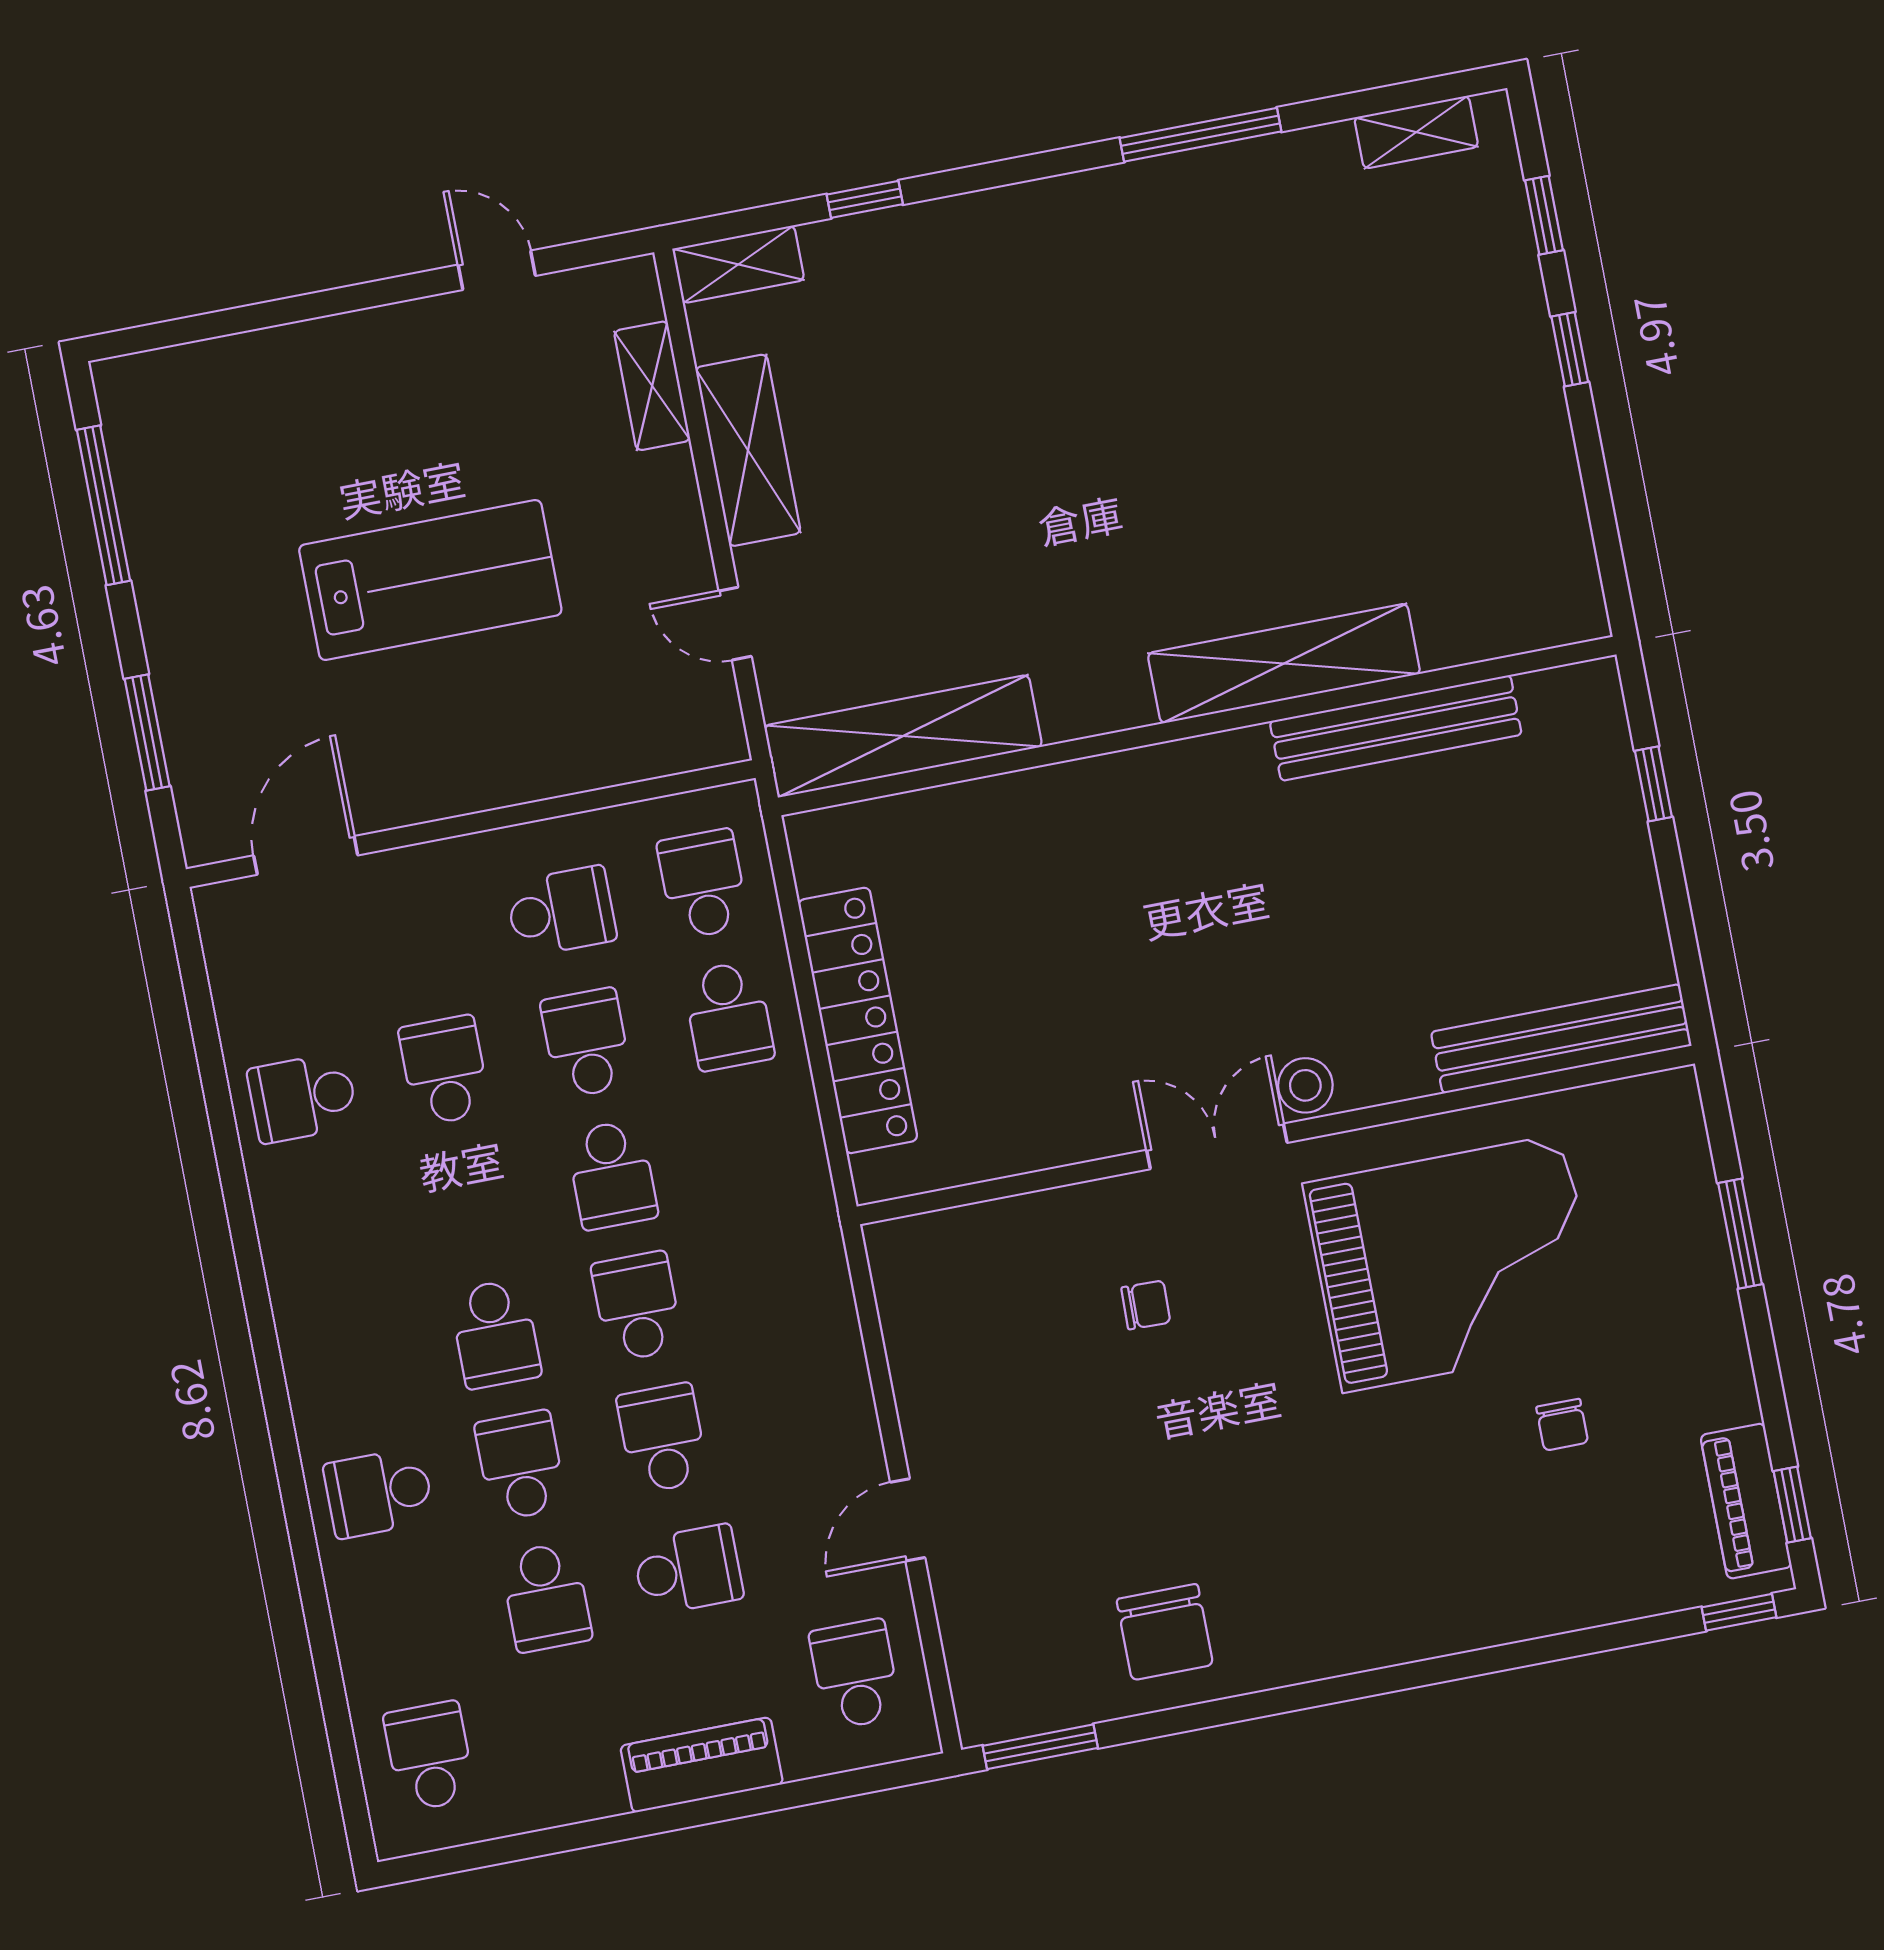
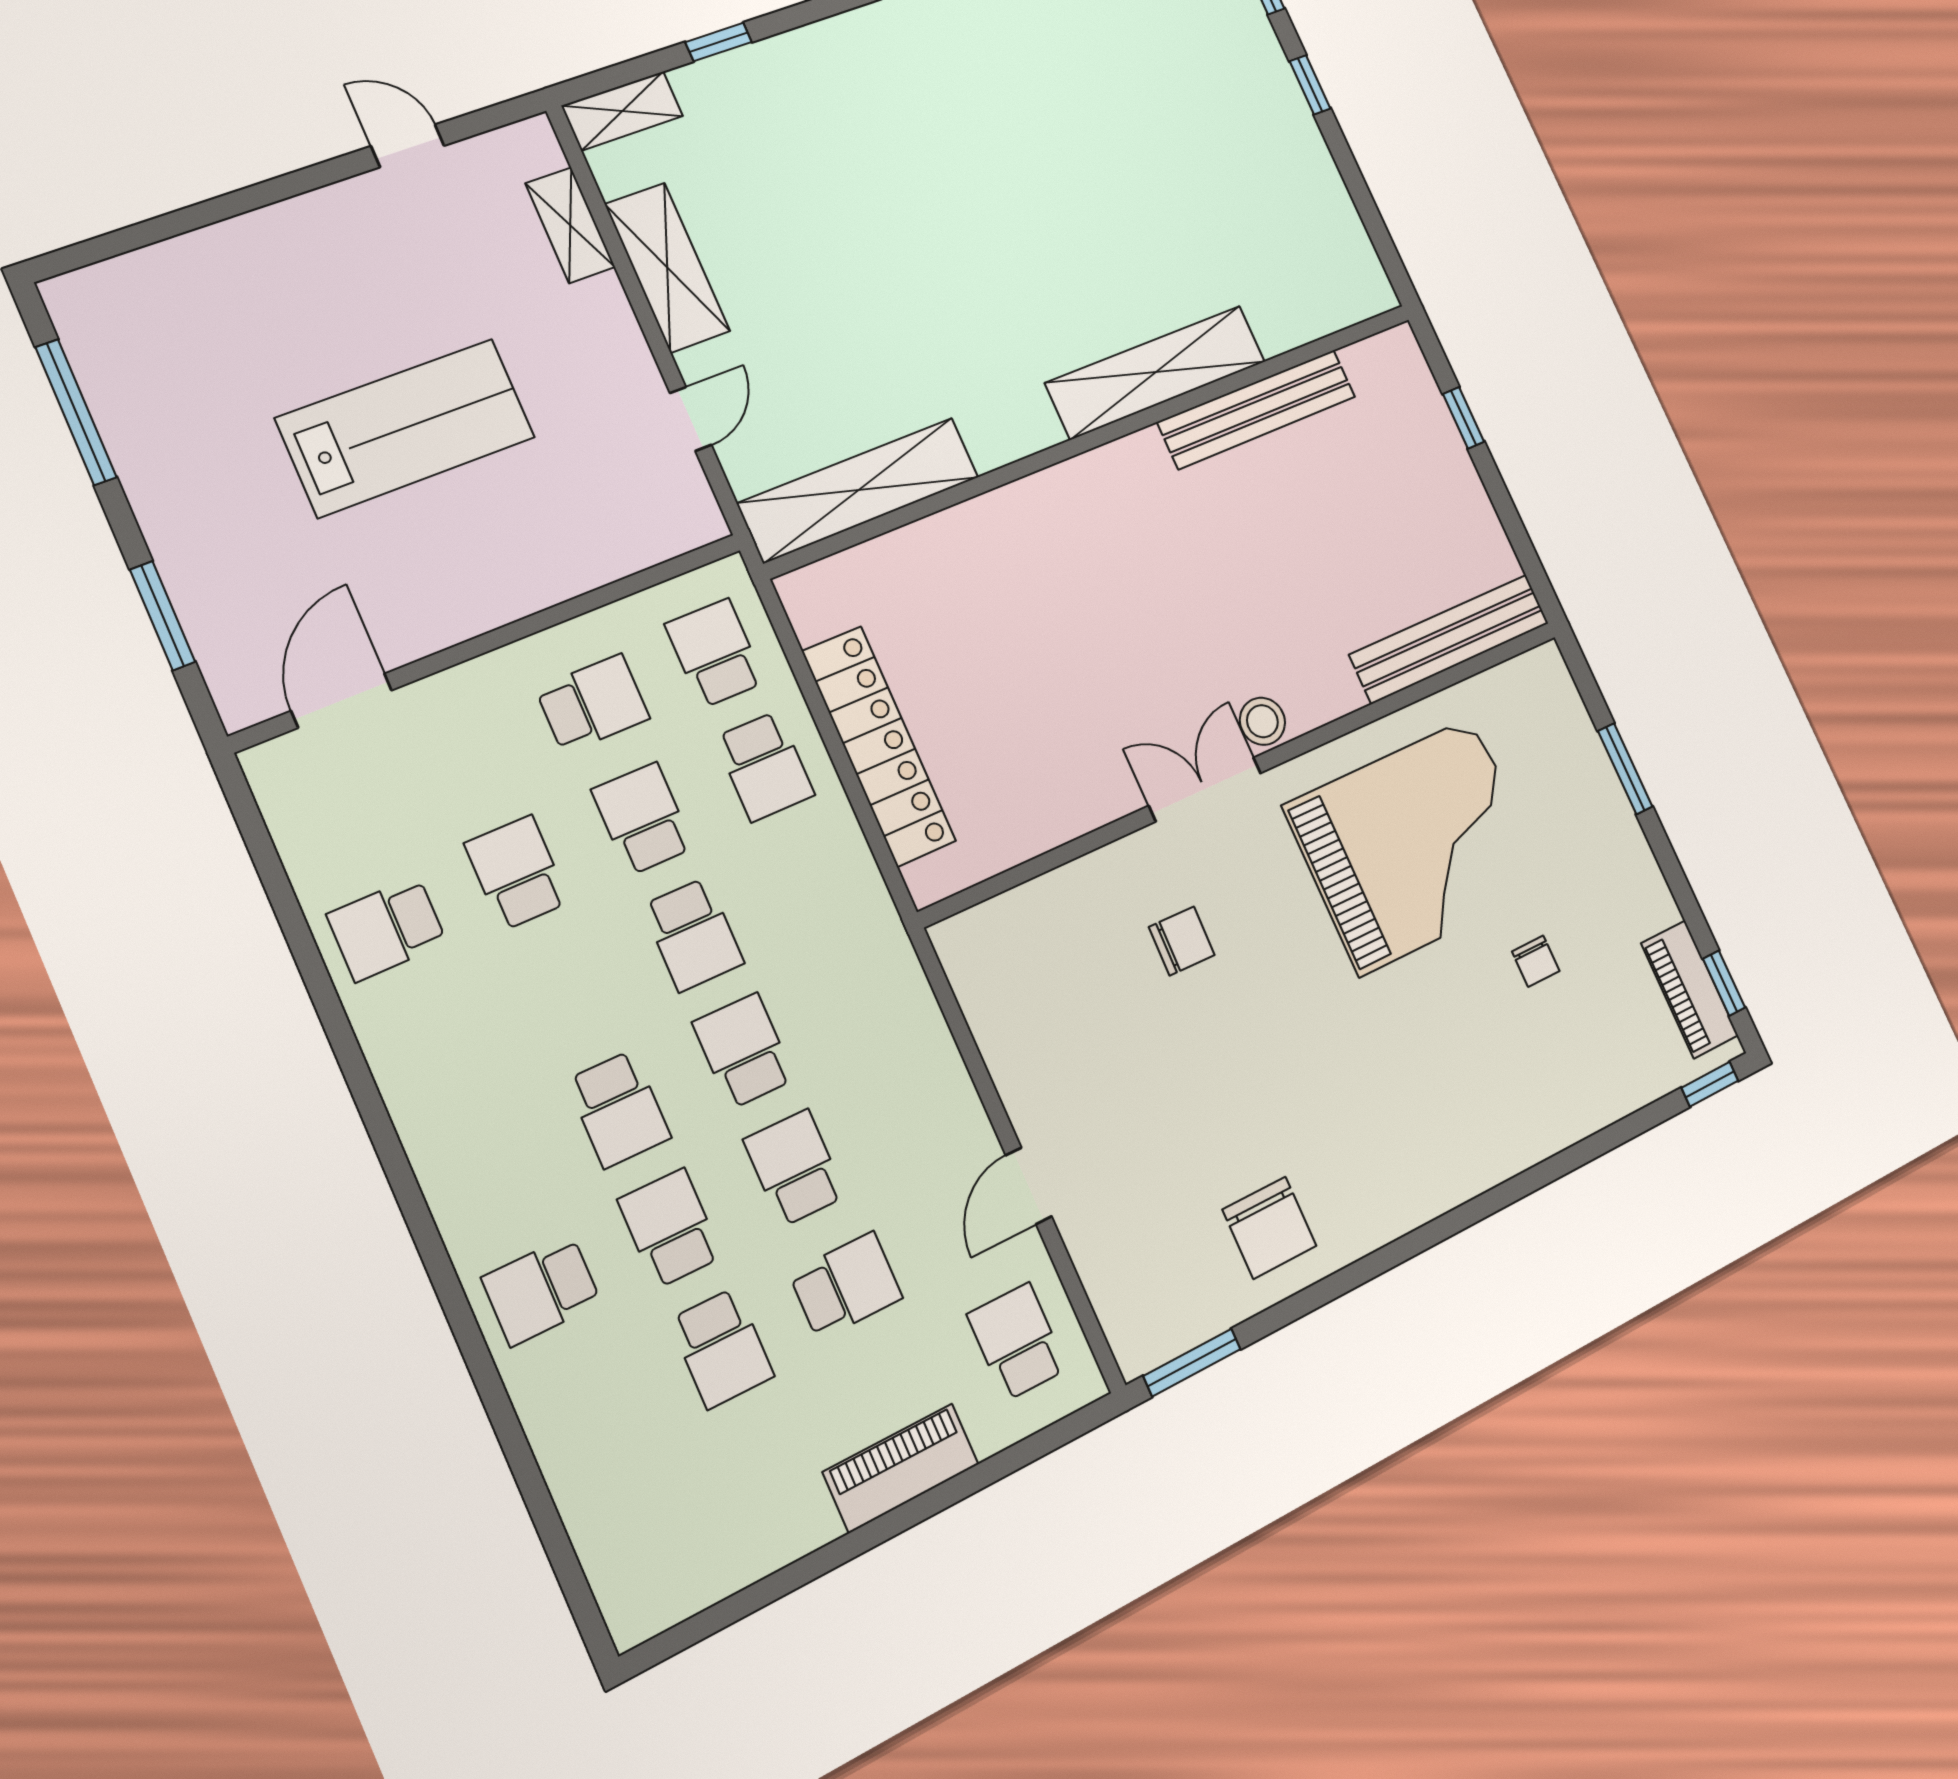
door: (735, 624) -> (691, 419), swing flipped
chair: (1146, 1305) -> (1182, 941), width x1.37, depth x1.37
school desk: (430, 1756) -> (646, 1535), removed

